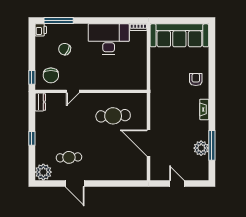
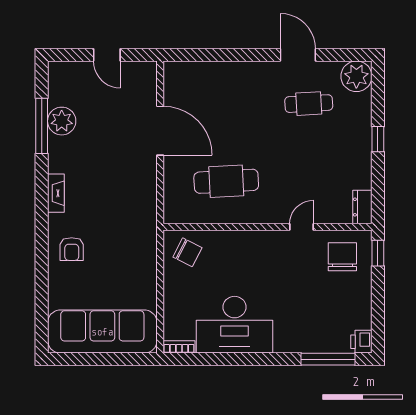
chair: (65, 49) -> (187, 252), moved

